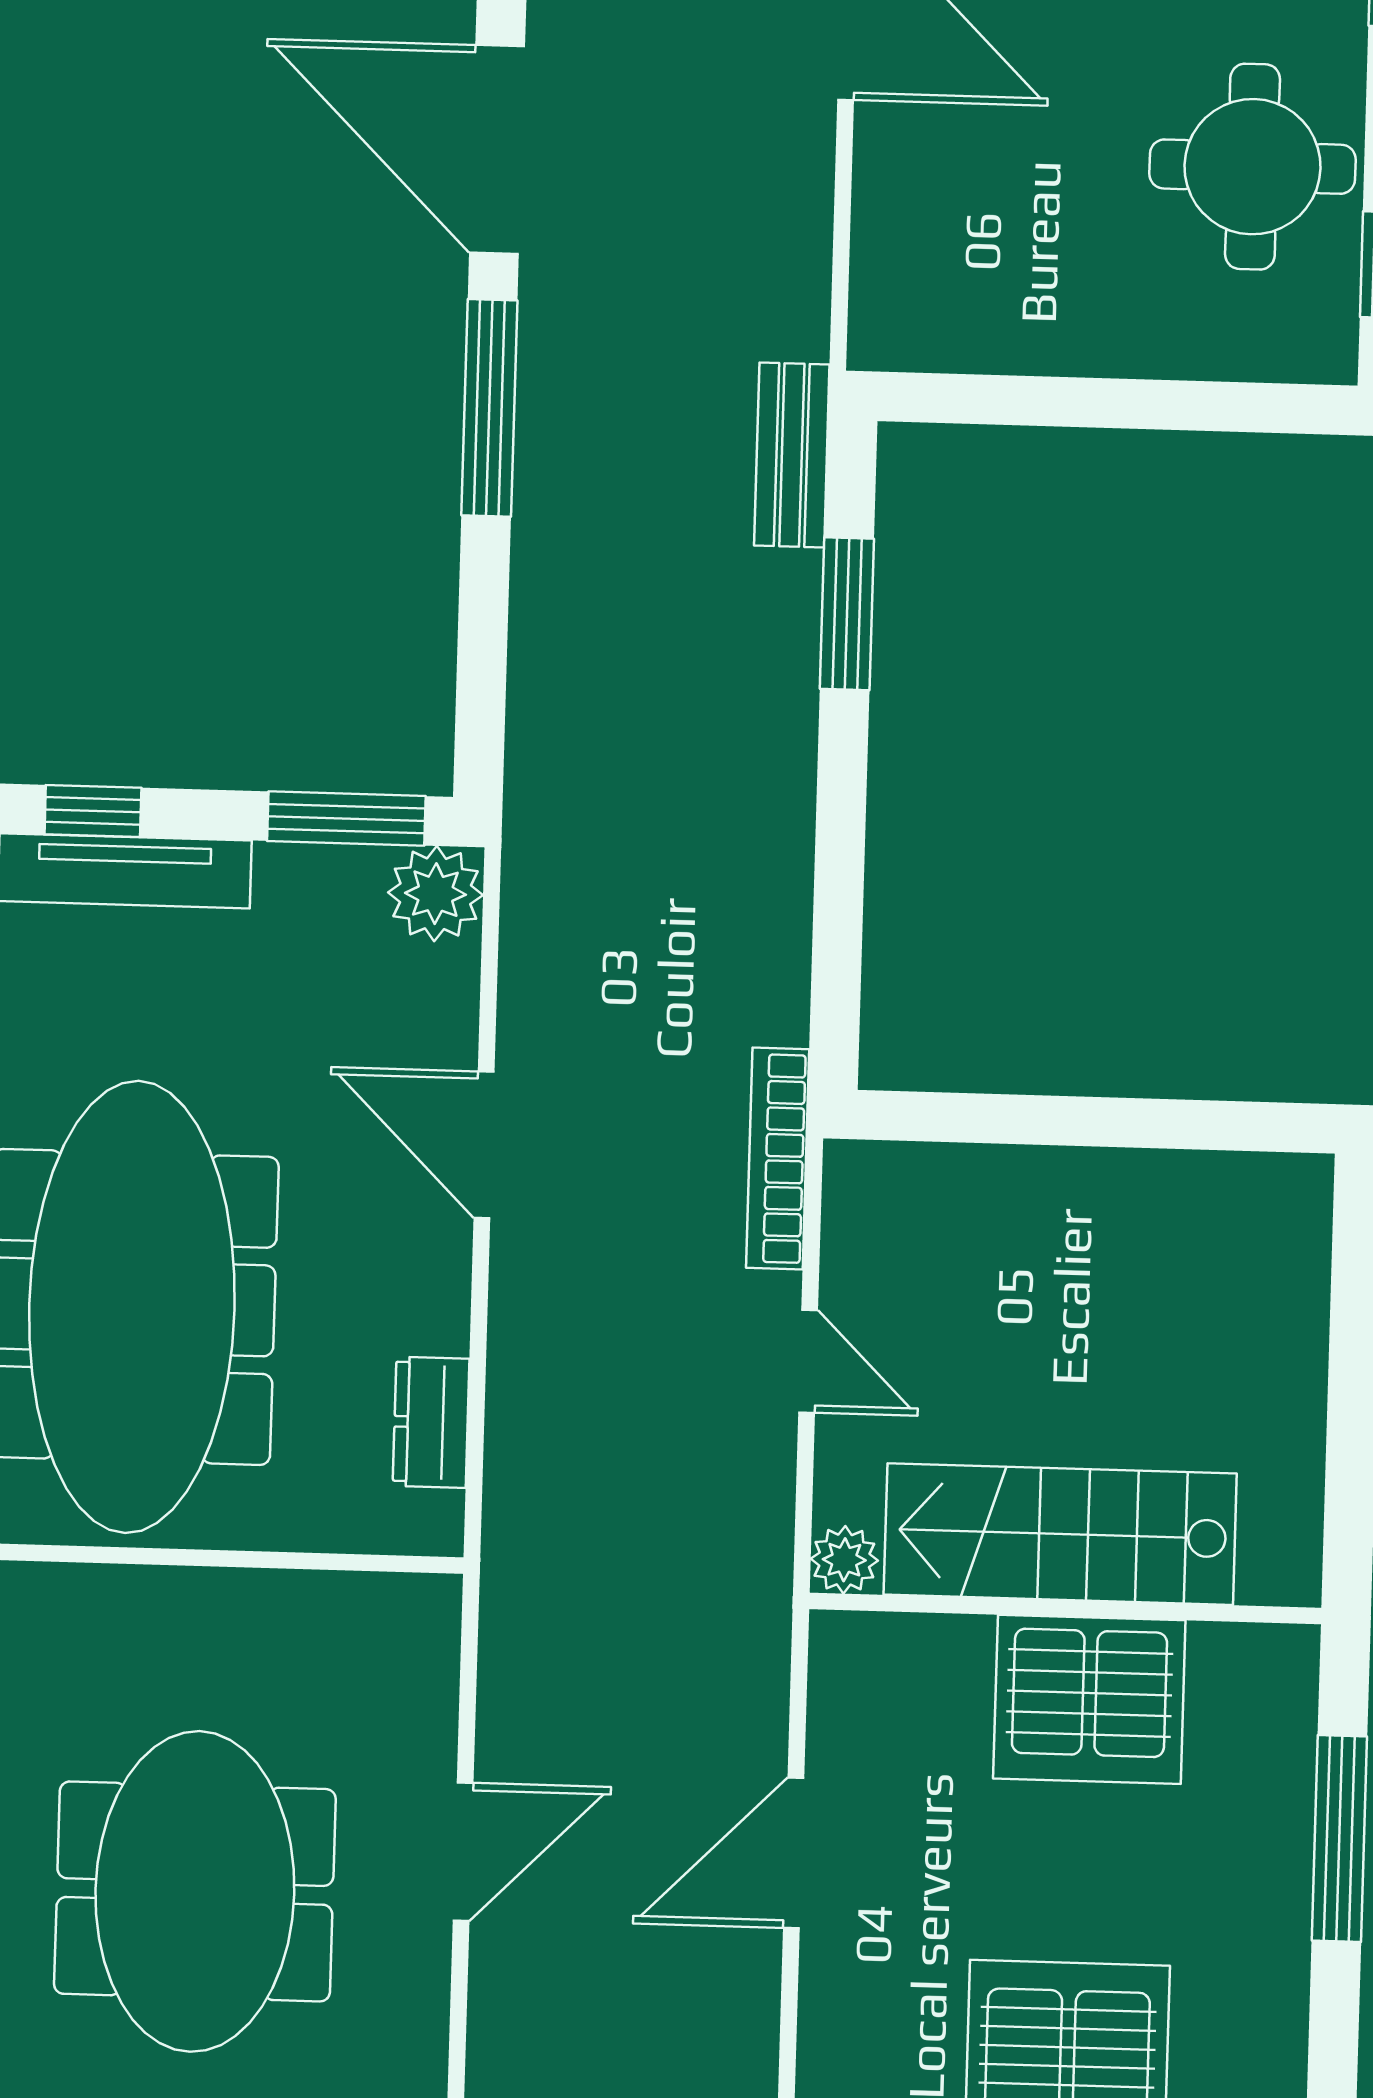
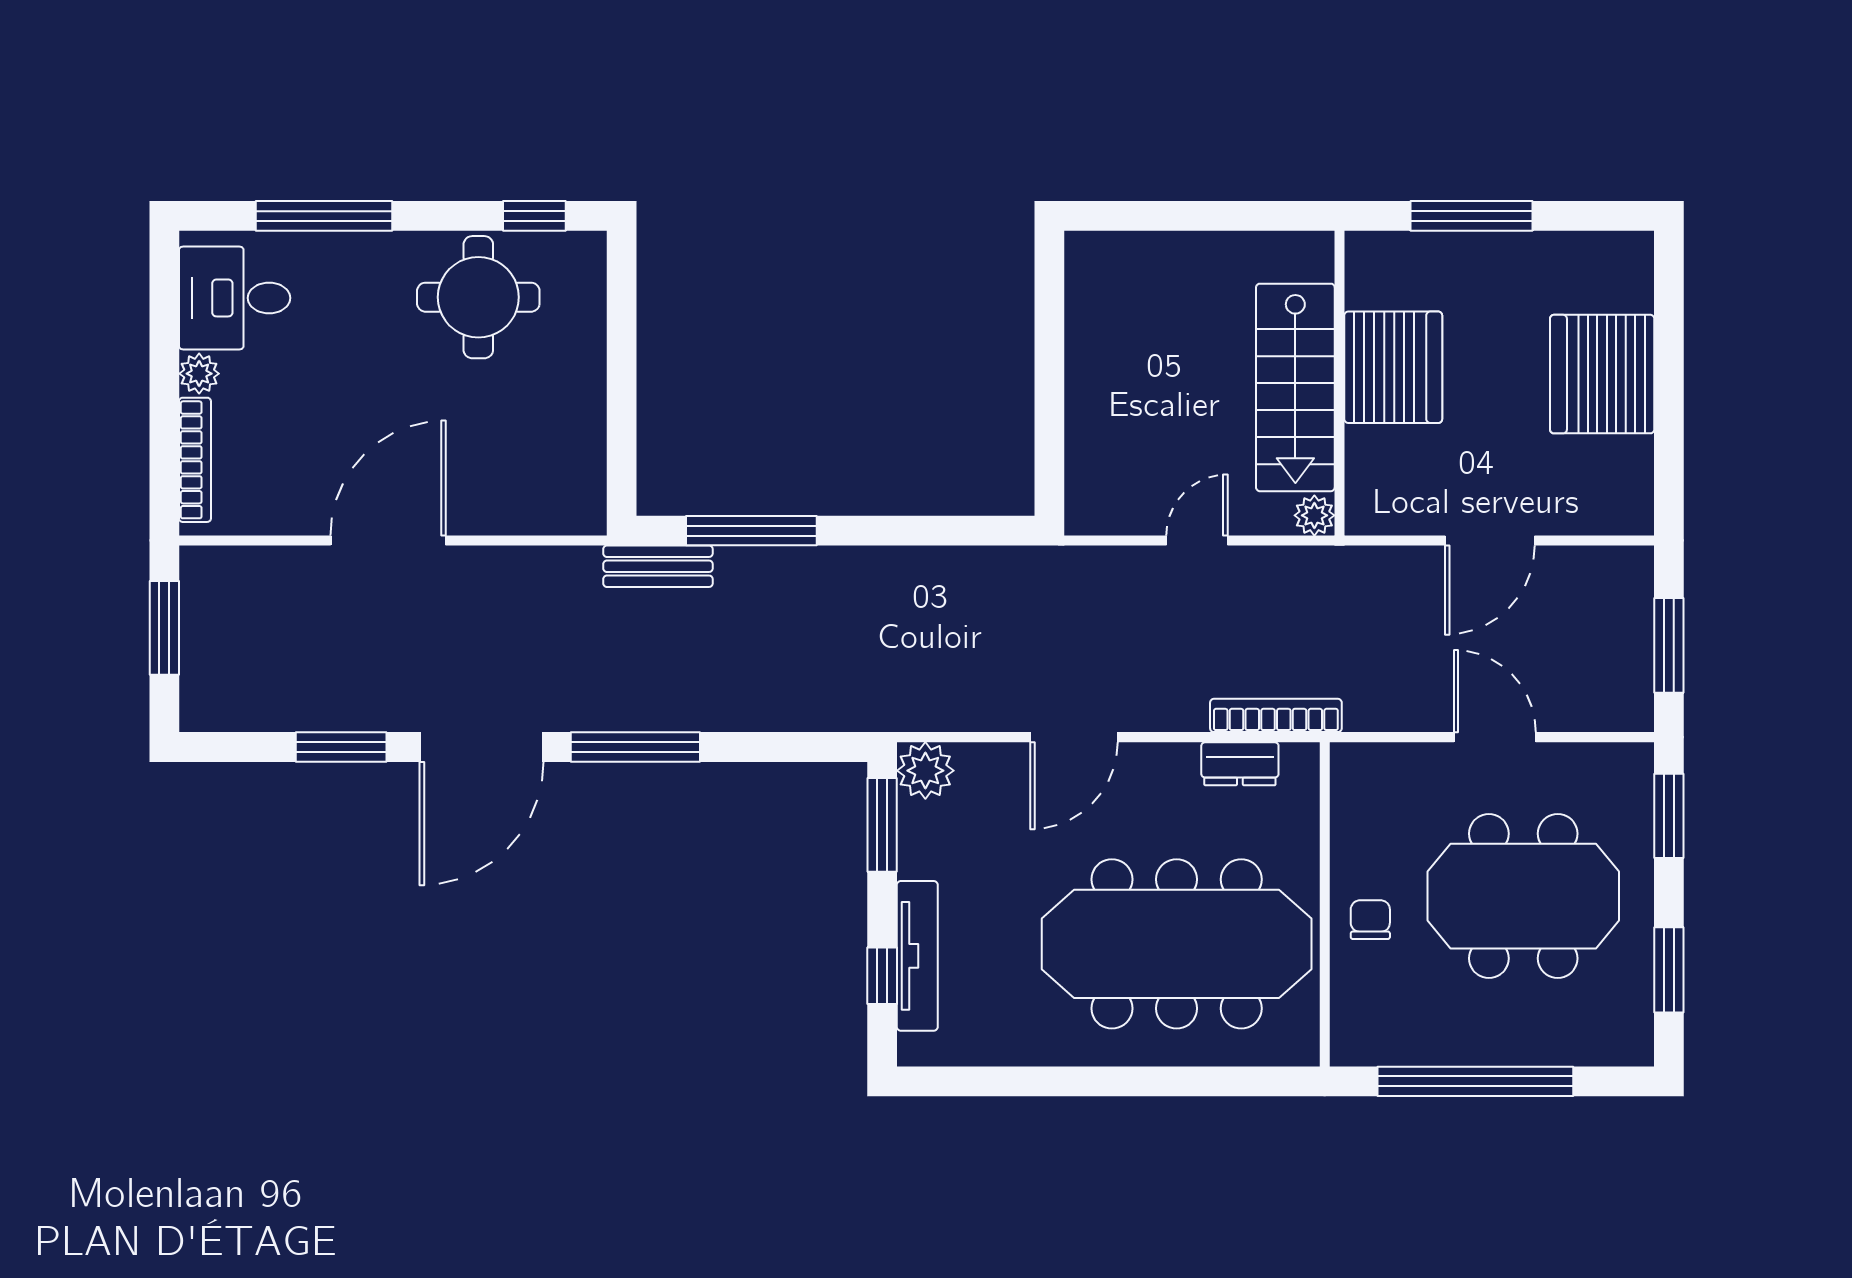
window: (847, 614) -> (751, 531), width x1.44
bookcase: (778, 1158) -> (1276, 715), moved, turned 180
chair: (163, 1633) -> (1370, 920), added
door: (794, 1853) -> (1490, 540), hinge flipped

